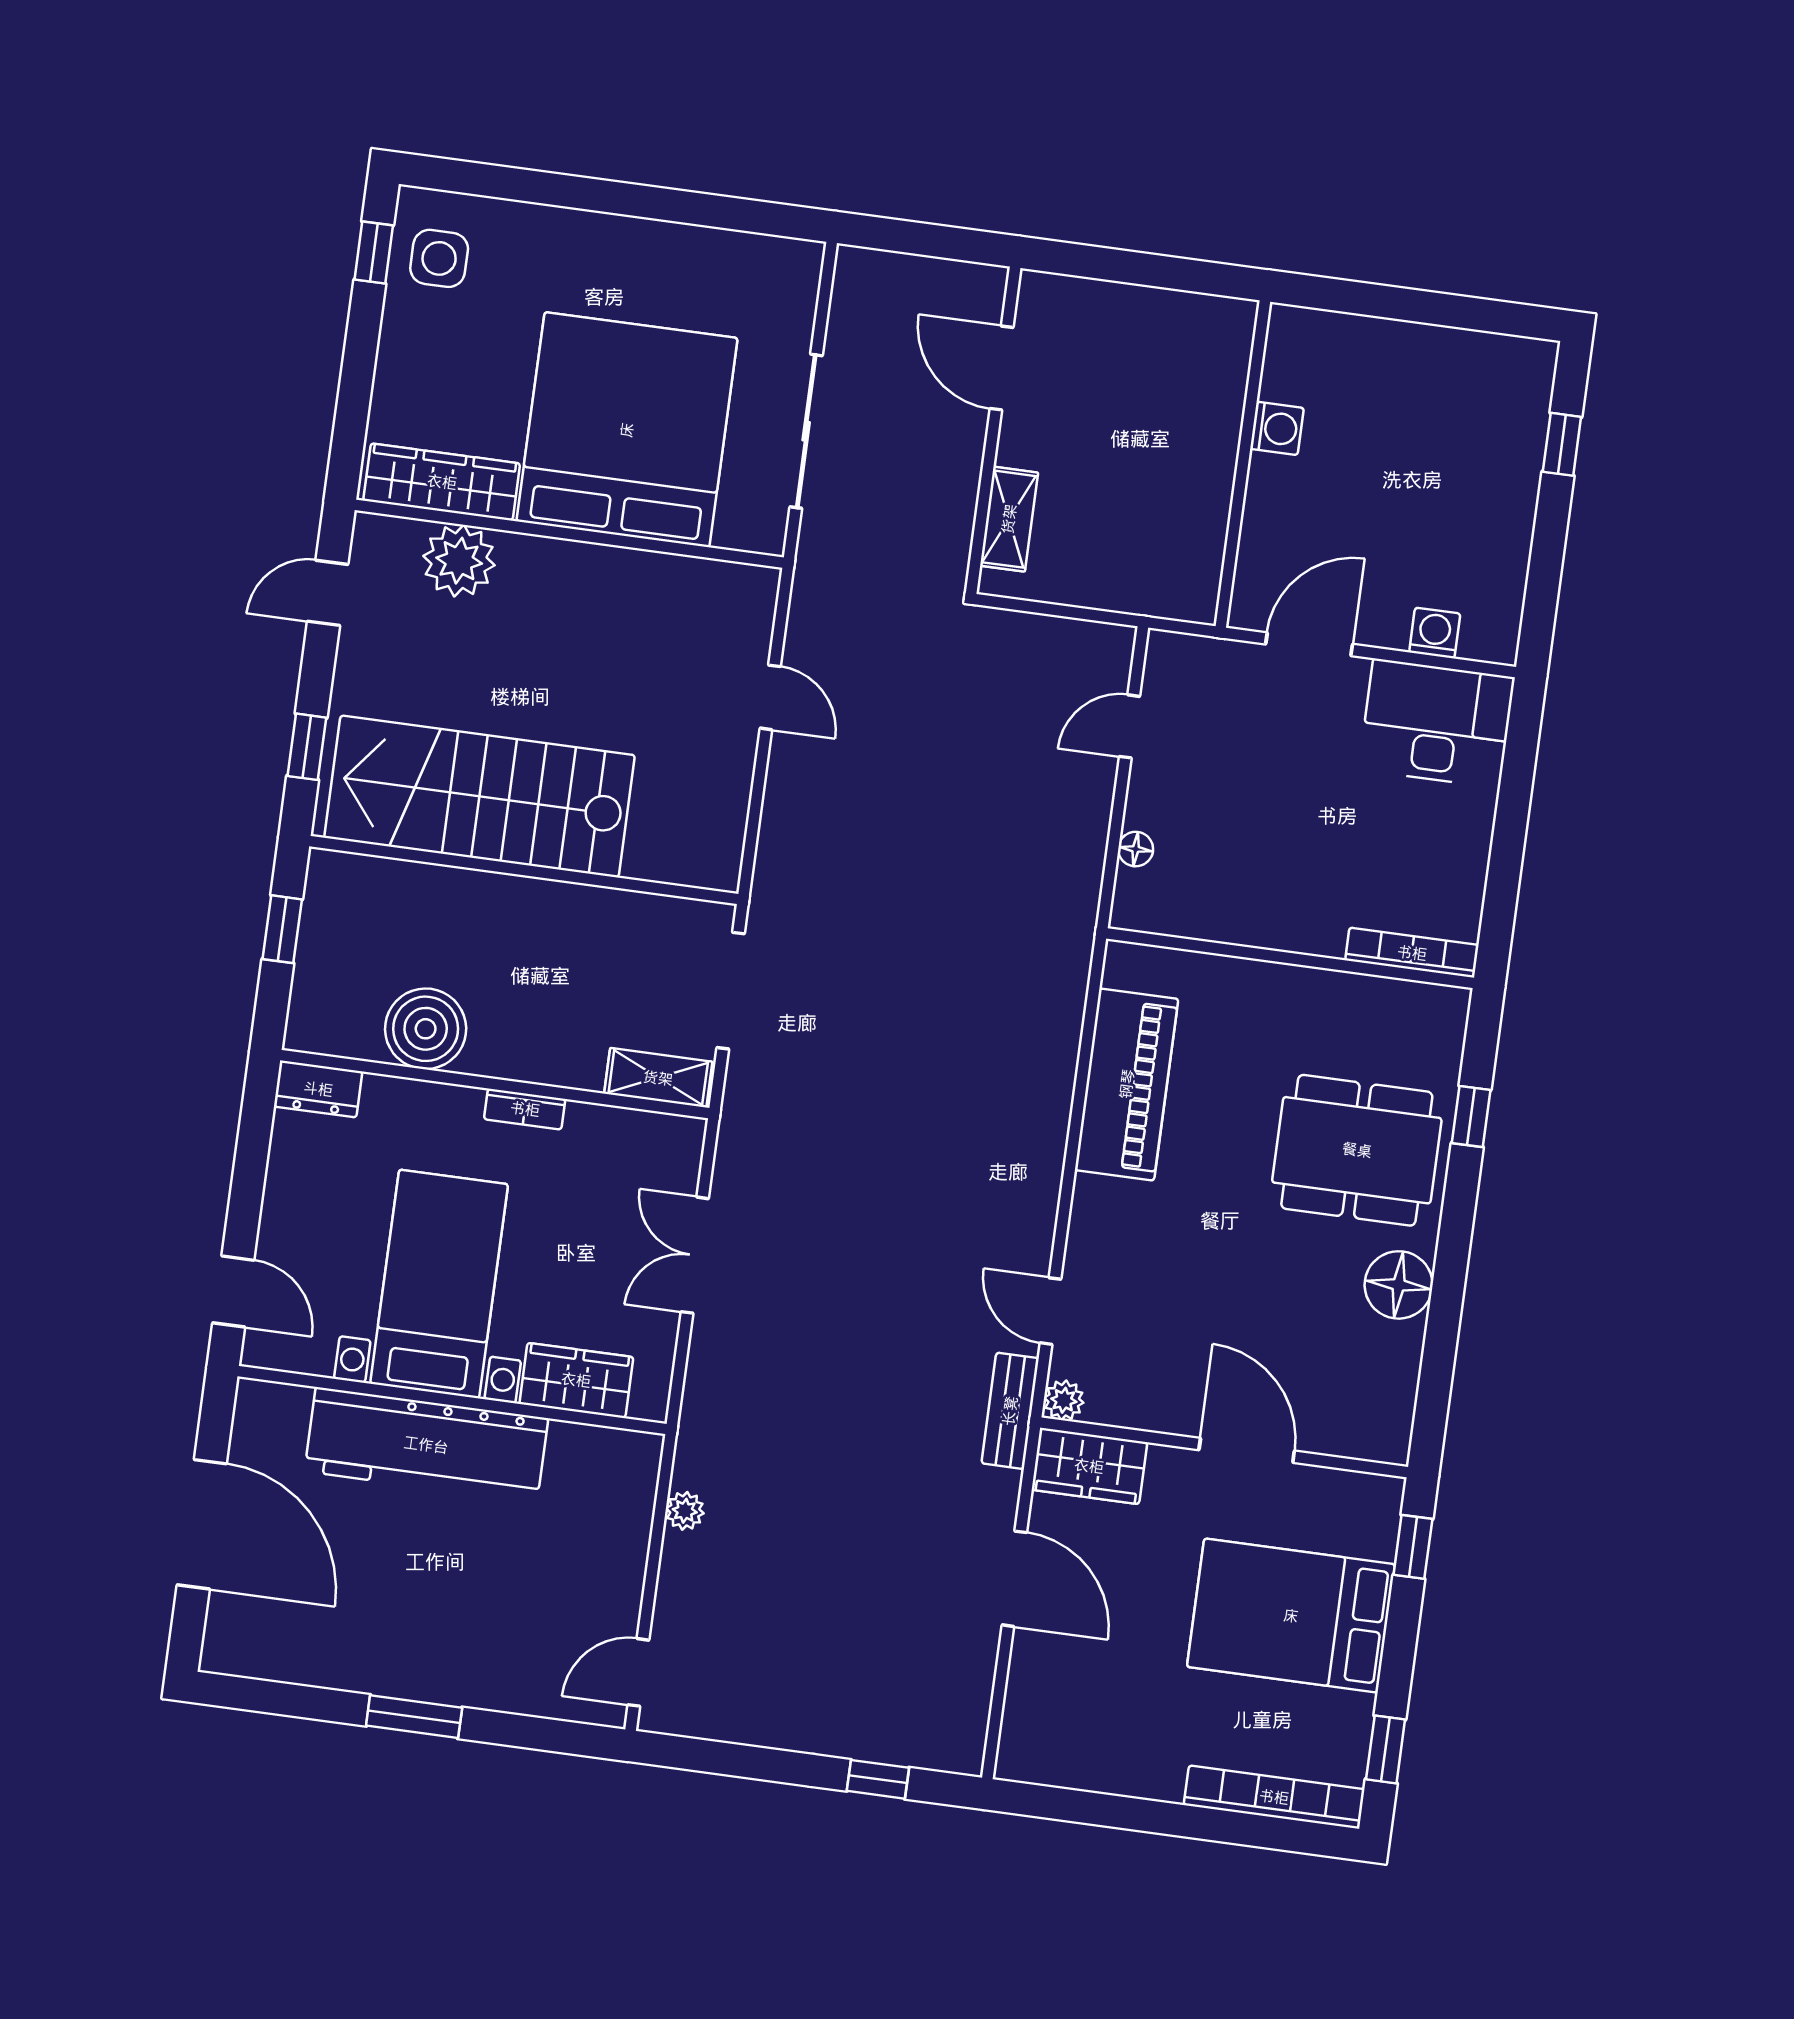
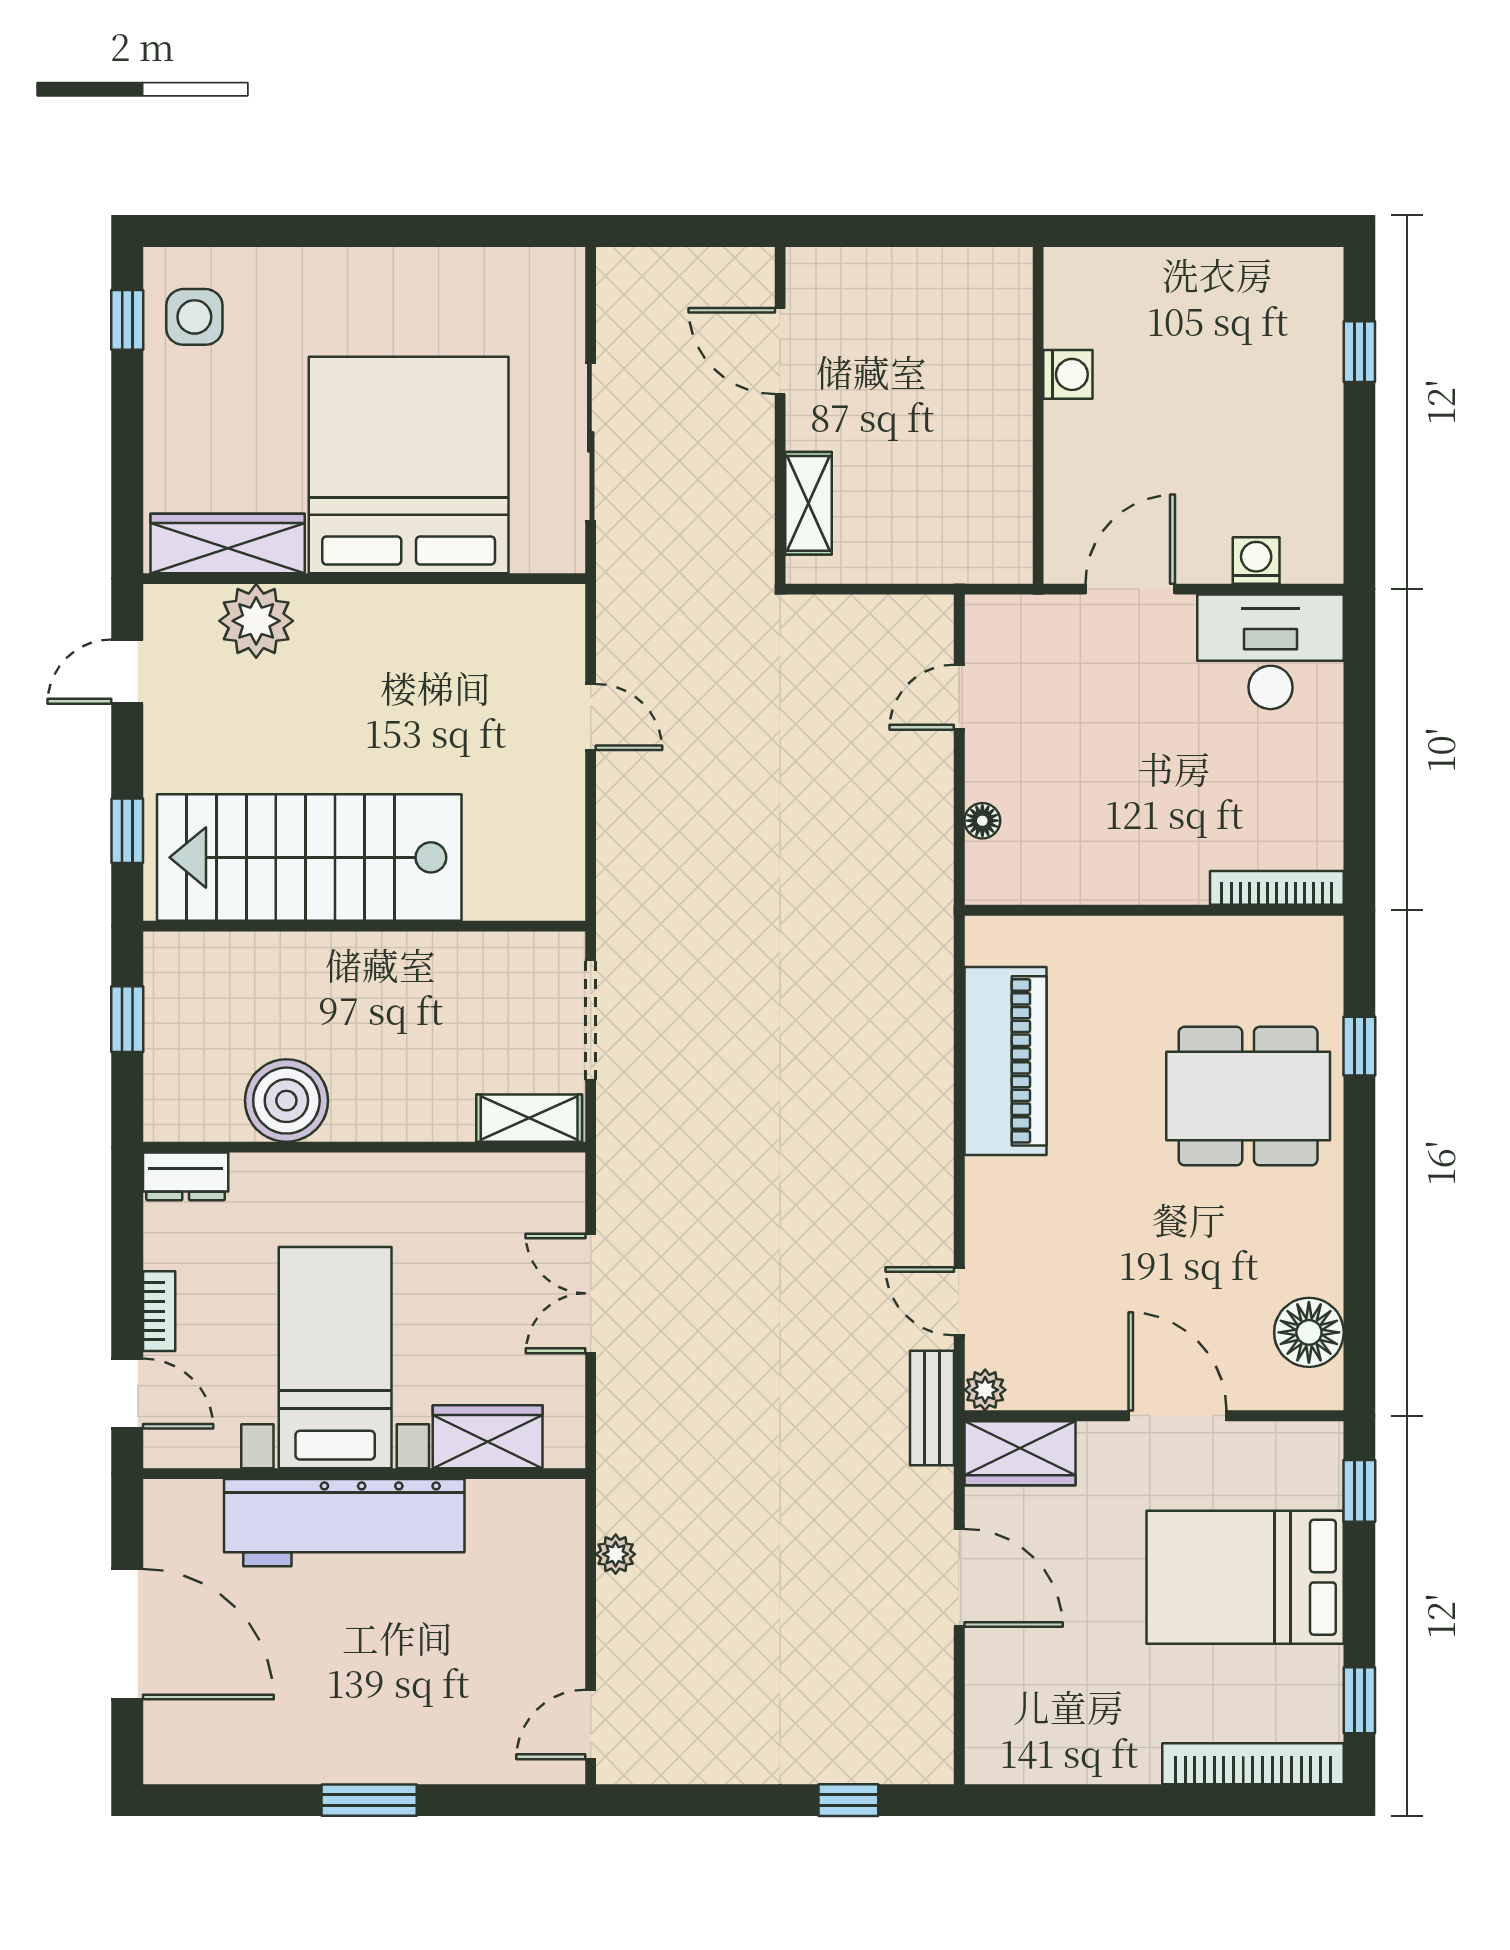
bookcase: (525, 1109) -> (159, 1311), moved, turned -90
floor lamp: (1399, 1285) -> (1309, 1332), moved

